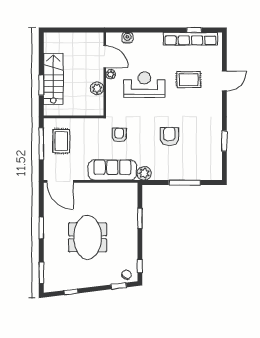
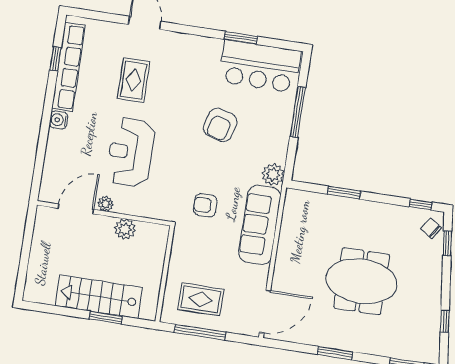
water cooler: (127, 38) -> (59, 120), moved
armchair: (169, 137) -> (220, 125), turned -74
bar counter: (209, 155) -> (260, 66), added

